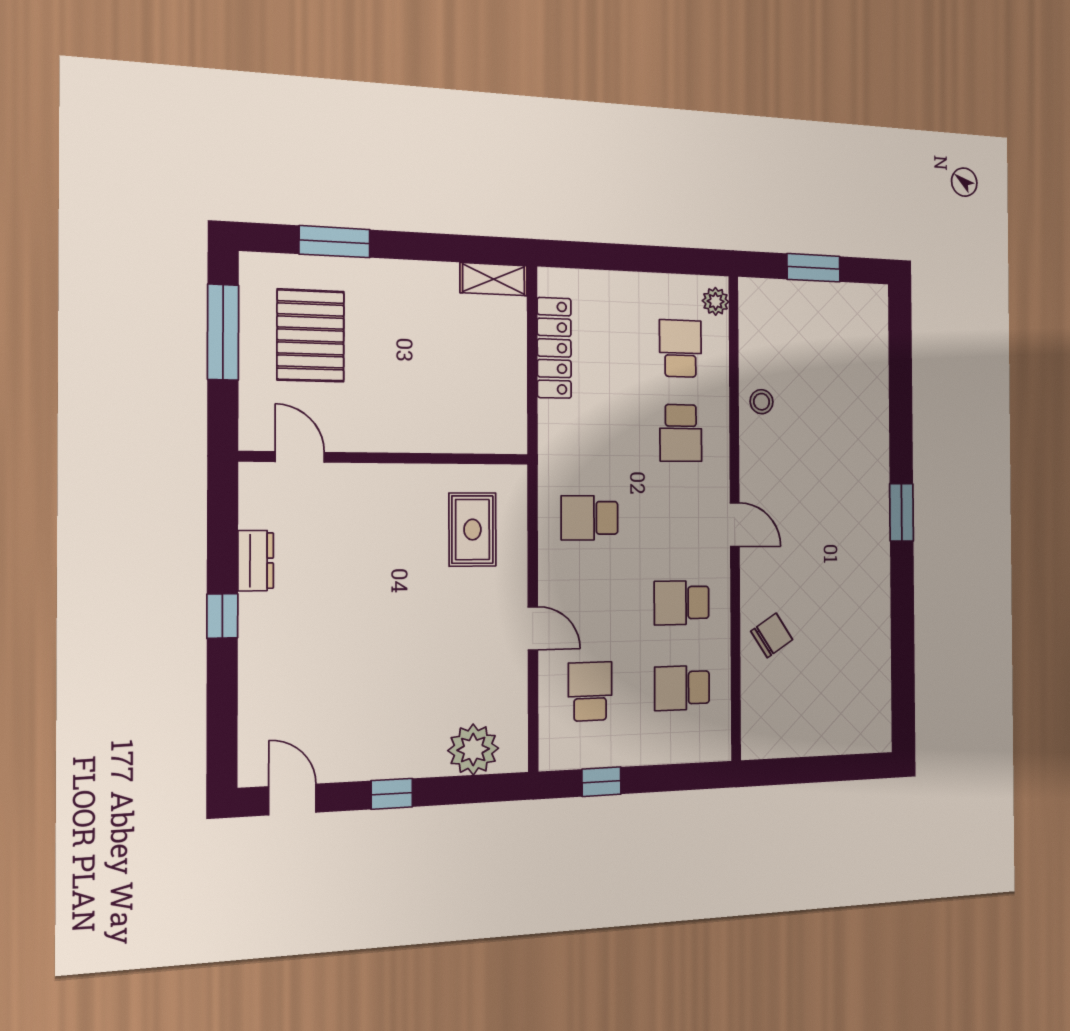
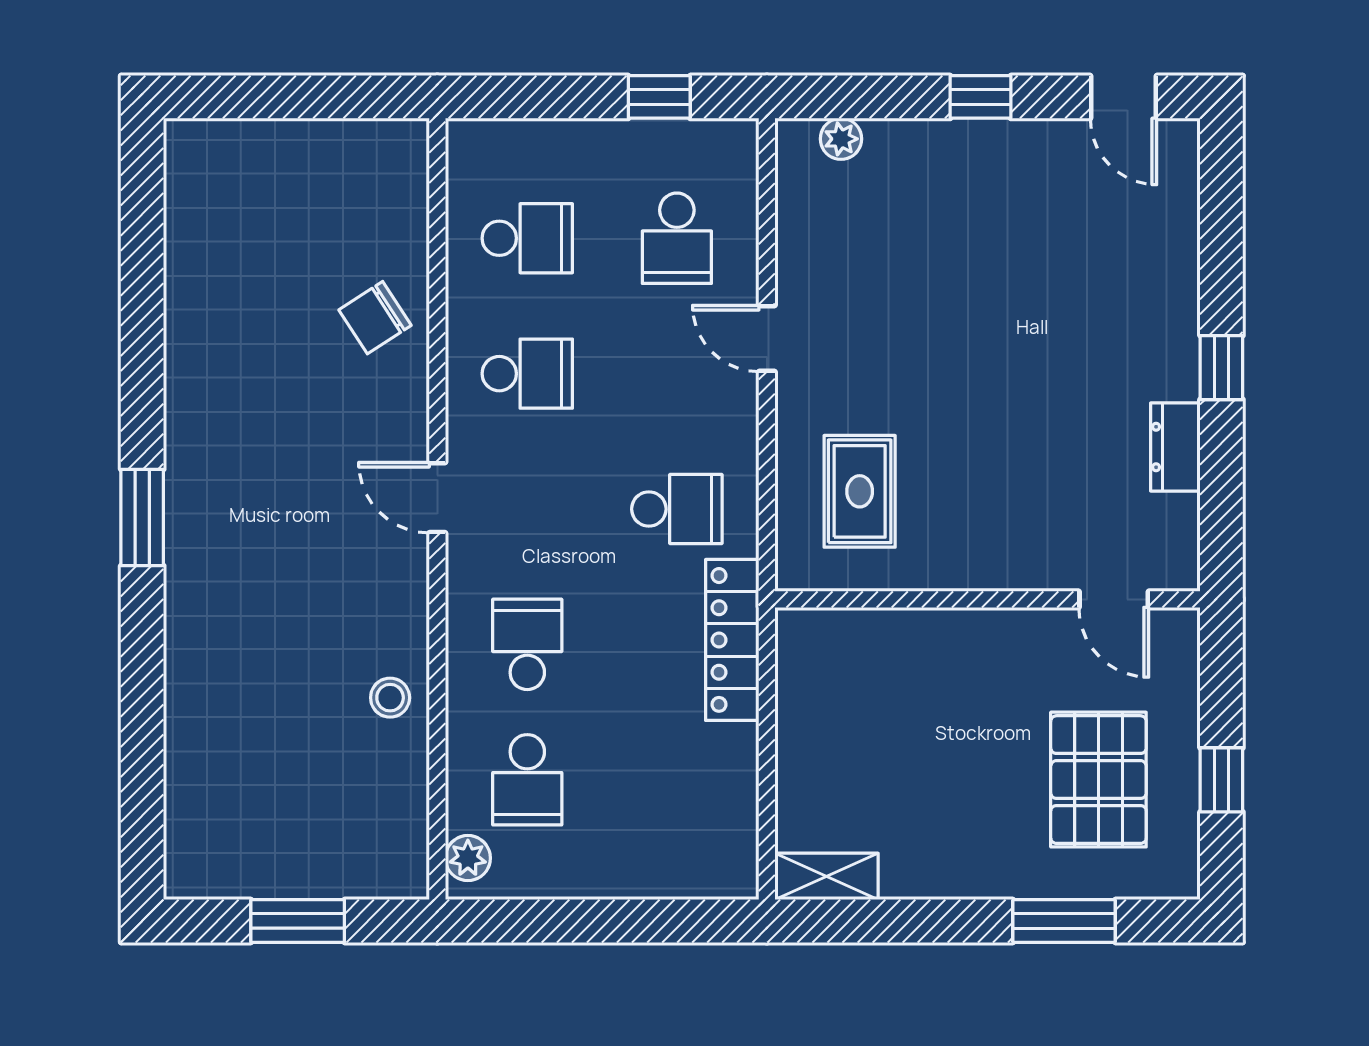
window: (223, 332) -> (1221, 780), width x0.46
locker: (554, 348) -> (732, 640), moved
plant: (473, 749) -> (841, 139), width x0.53, depth x0.53

